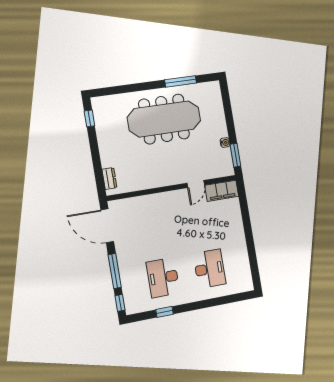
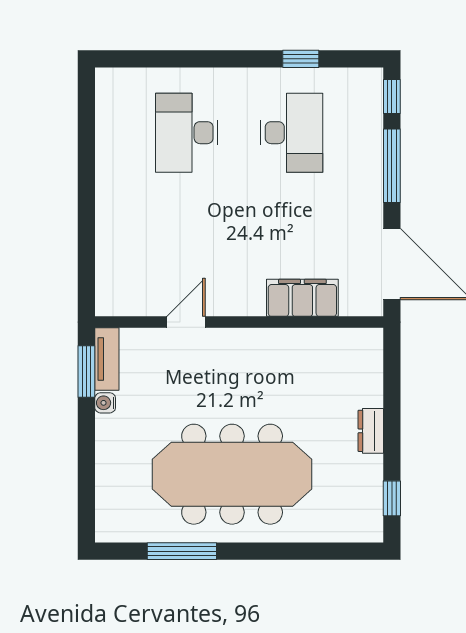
tv unit: (228, 162) -> (107, 359), added
dresser: (109, 178) -> (371, 431), moved
filing cabinet: (222, 191) -> (302, 298), moved

